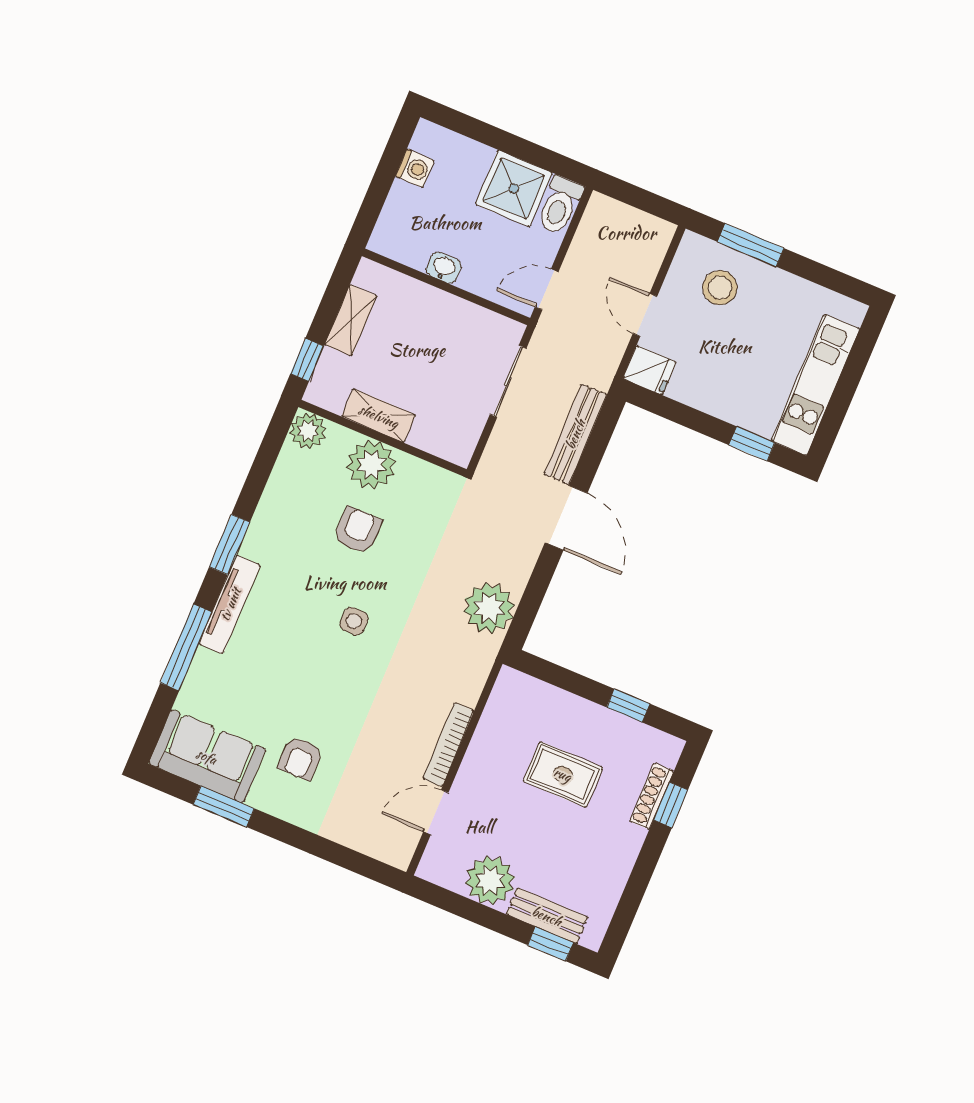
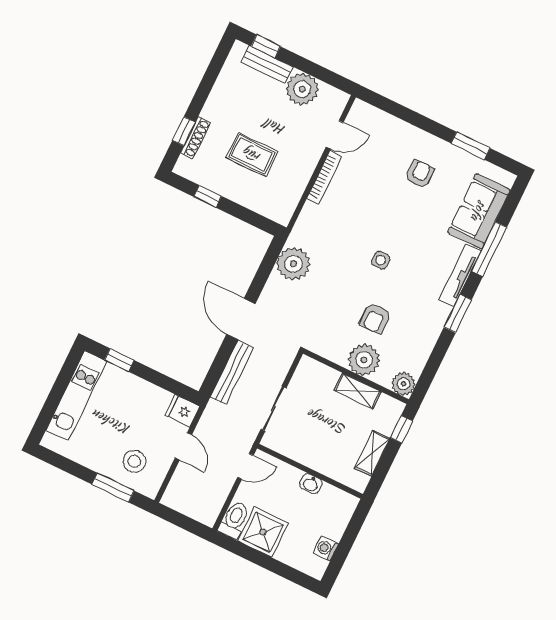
sofa: (207, 756) -> (479, 211), moved, turned 90

